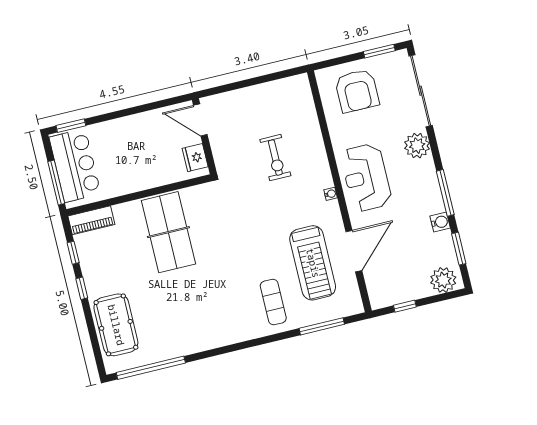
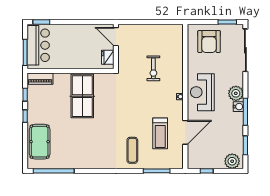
plant: (417, 146) -> (236, 93), moved
water cooler: (440, 222) -> (238, 107), moved
treadmill: (313, 263) -> (160, 133), width x0.73, depth x0.73

